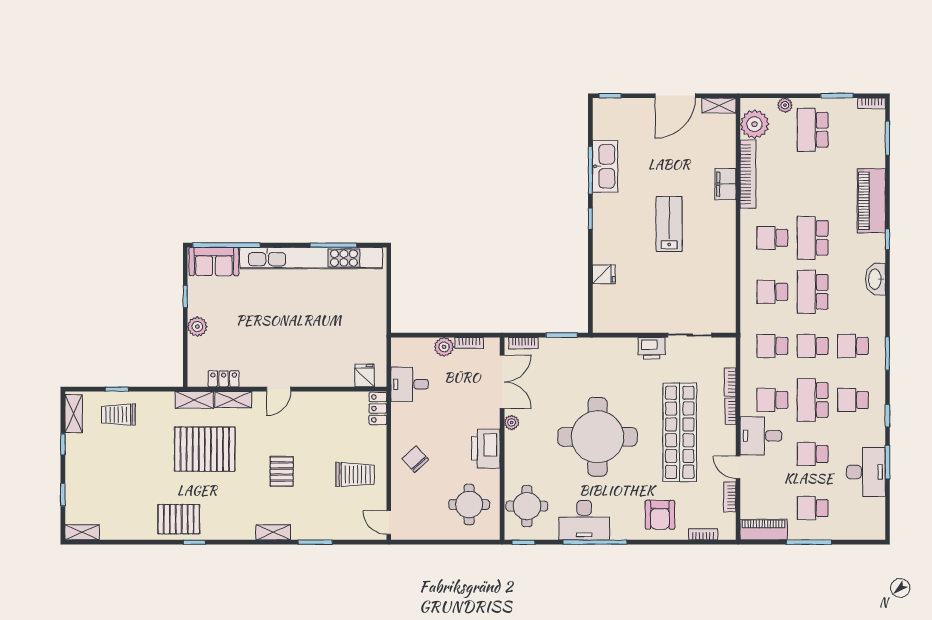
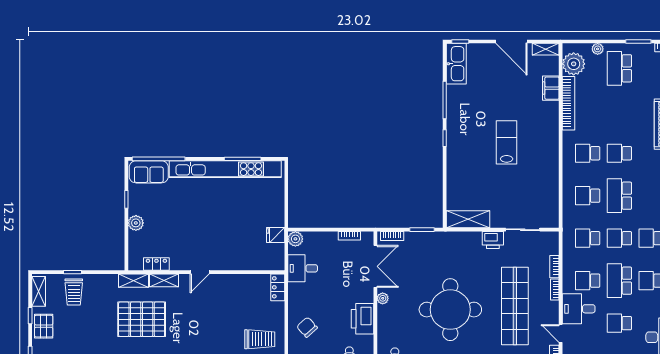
door: (675, 96) -> (511, 41), hinge flipped
kitchen sink: (605, 166) -> (456, 64), moved
filing cabinet: (725, 184) -> (551, 88), moved
school desk: (813, 238) -> (619, 153), width x0.54
fridge: (604, 274) -> (455, 182), removed
shelving: (620, 322) -> (468, 219), added
plant: (444, 347) -> (295, 239), moved
fridge: (365, 376) -> (276, 235), moved, turned -90
trolley: (118, 415) -> (74, 292), turned -90
pallet: (282, 471) -> (44, 326), moved

